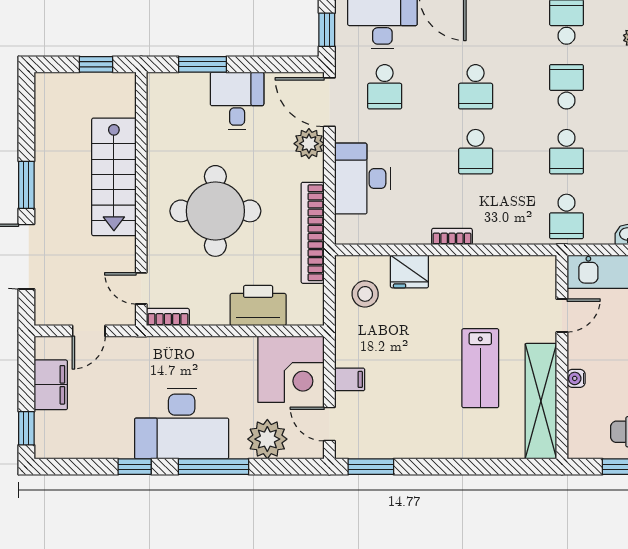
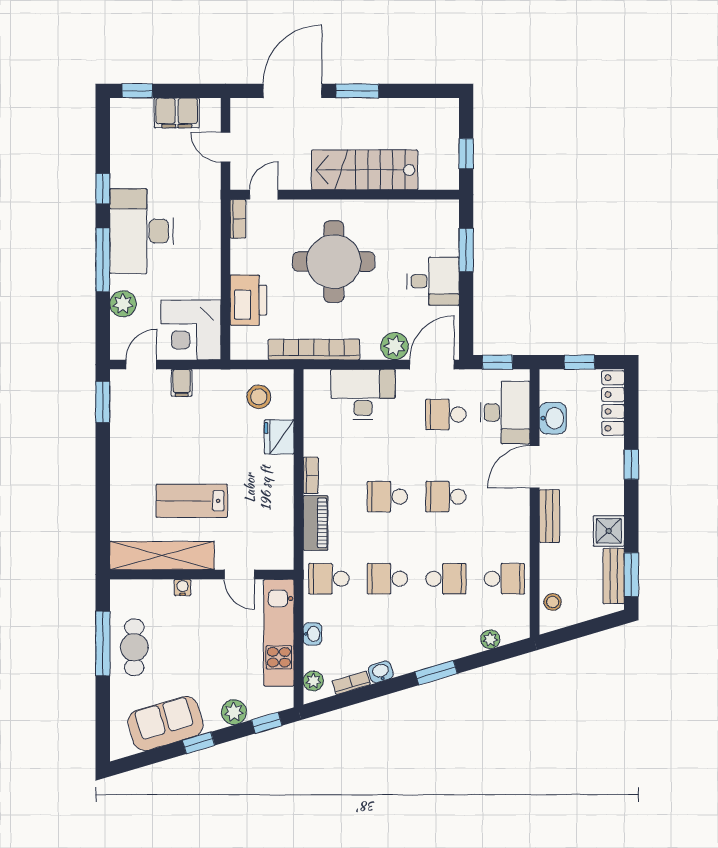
piano: (505, 231) -> (316, 523), added
plant: (267, 439) -> (123, 304), width x0.73, depth x0.73

